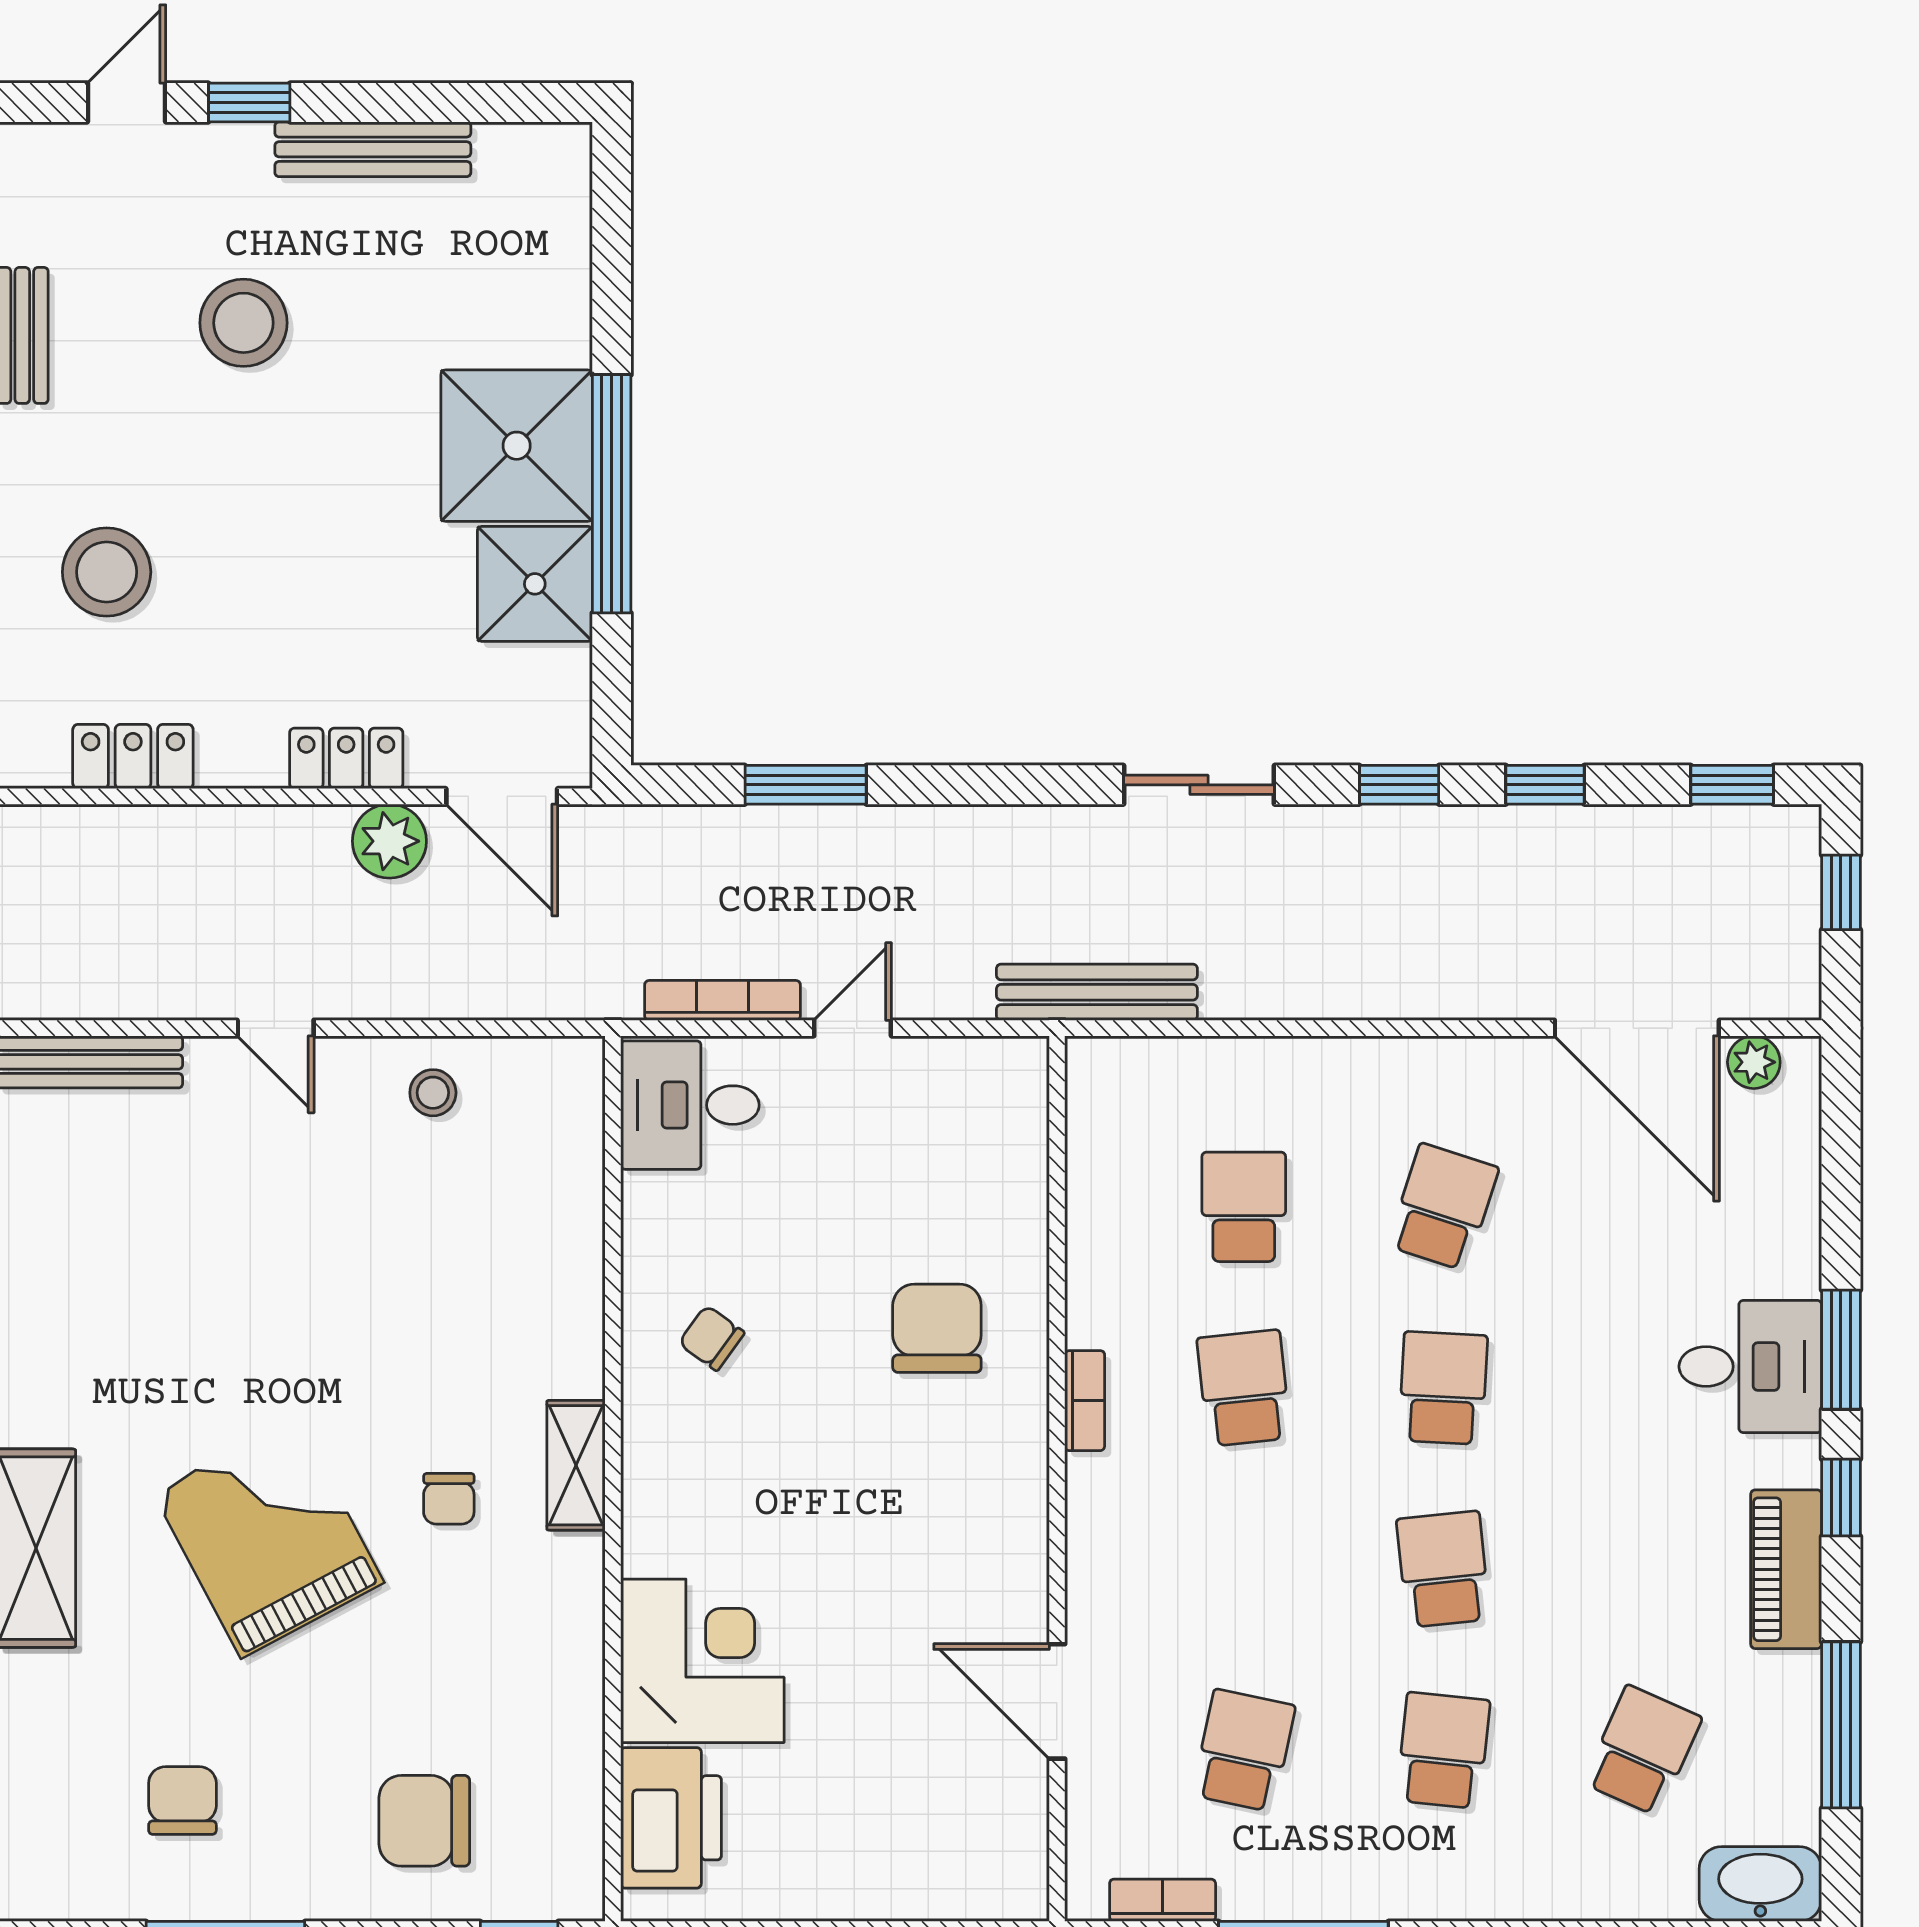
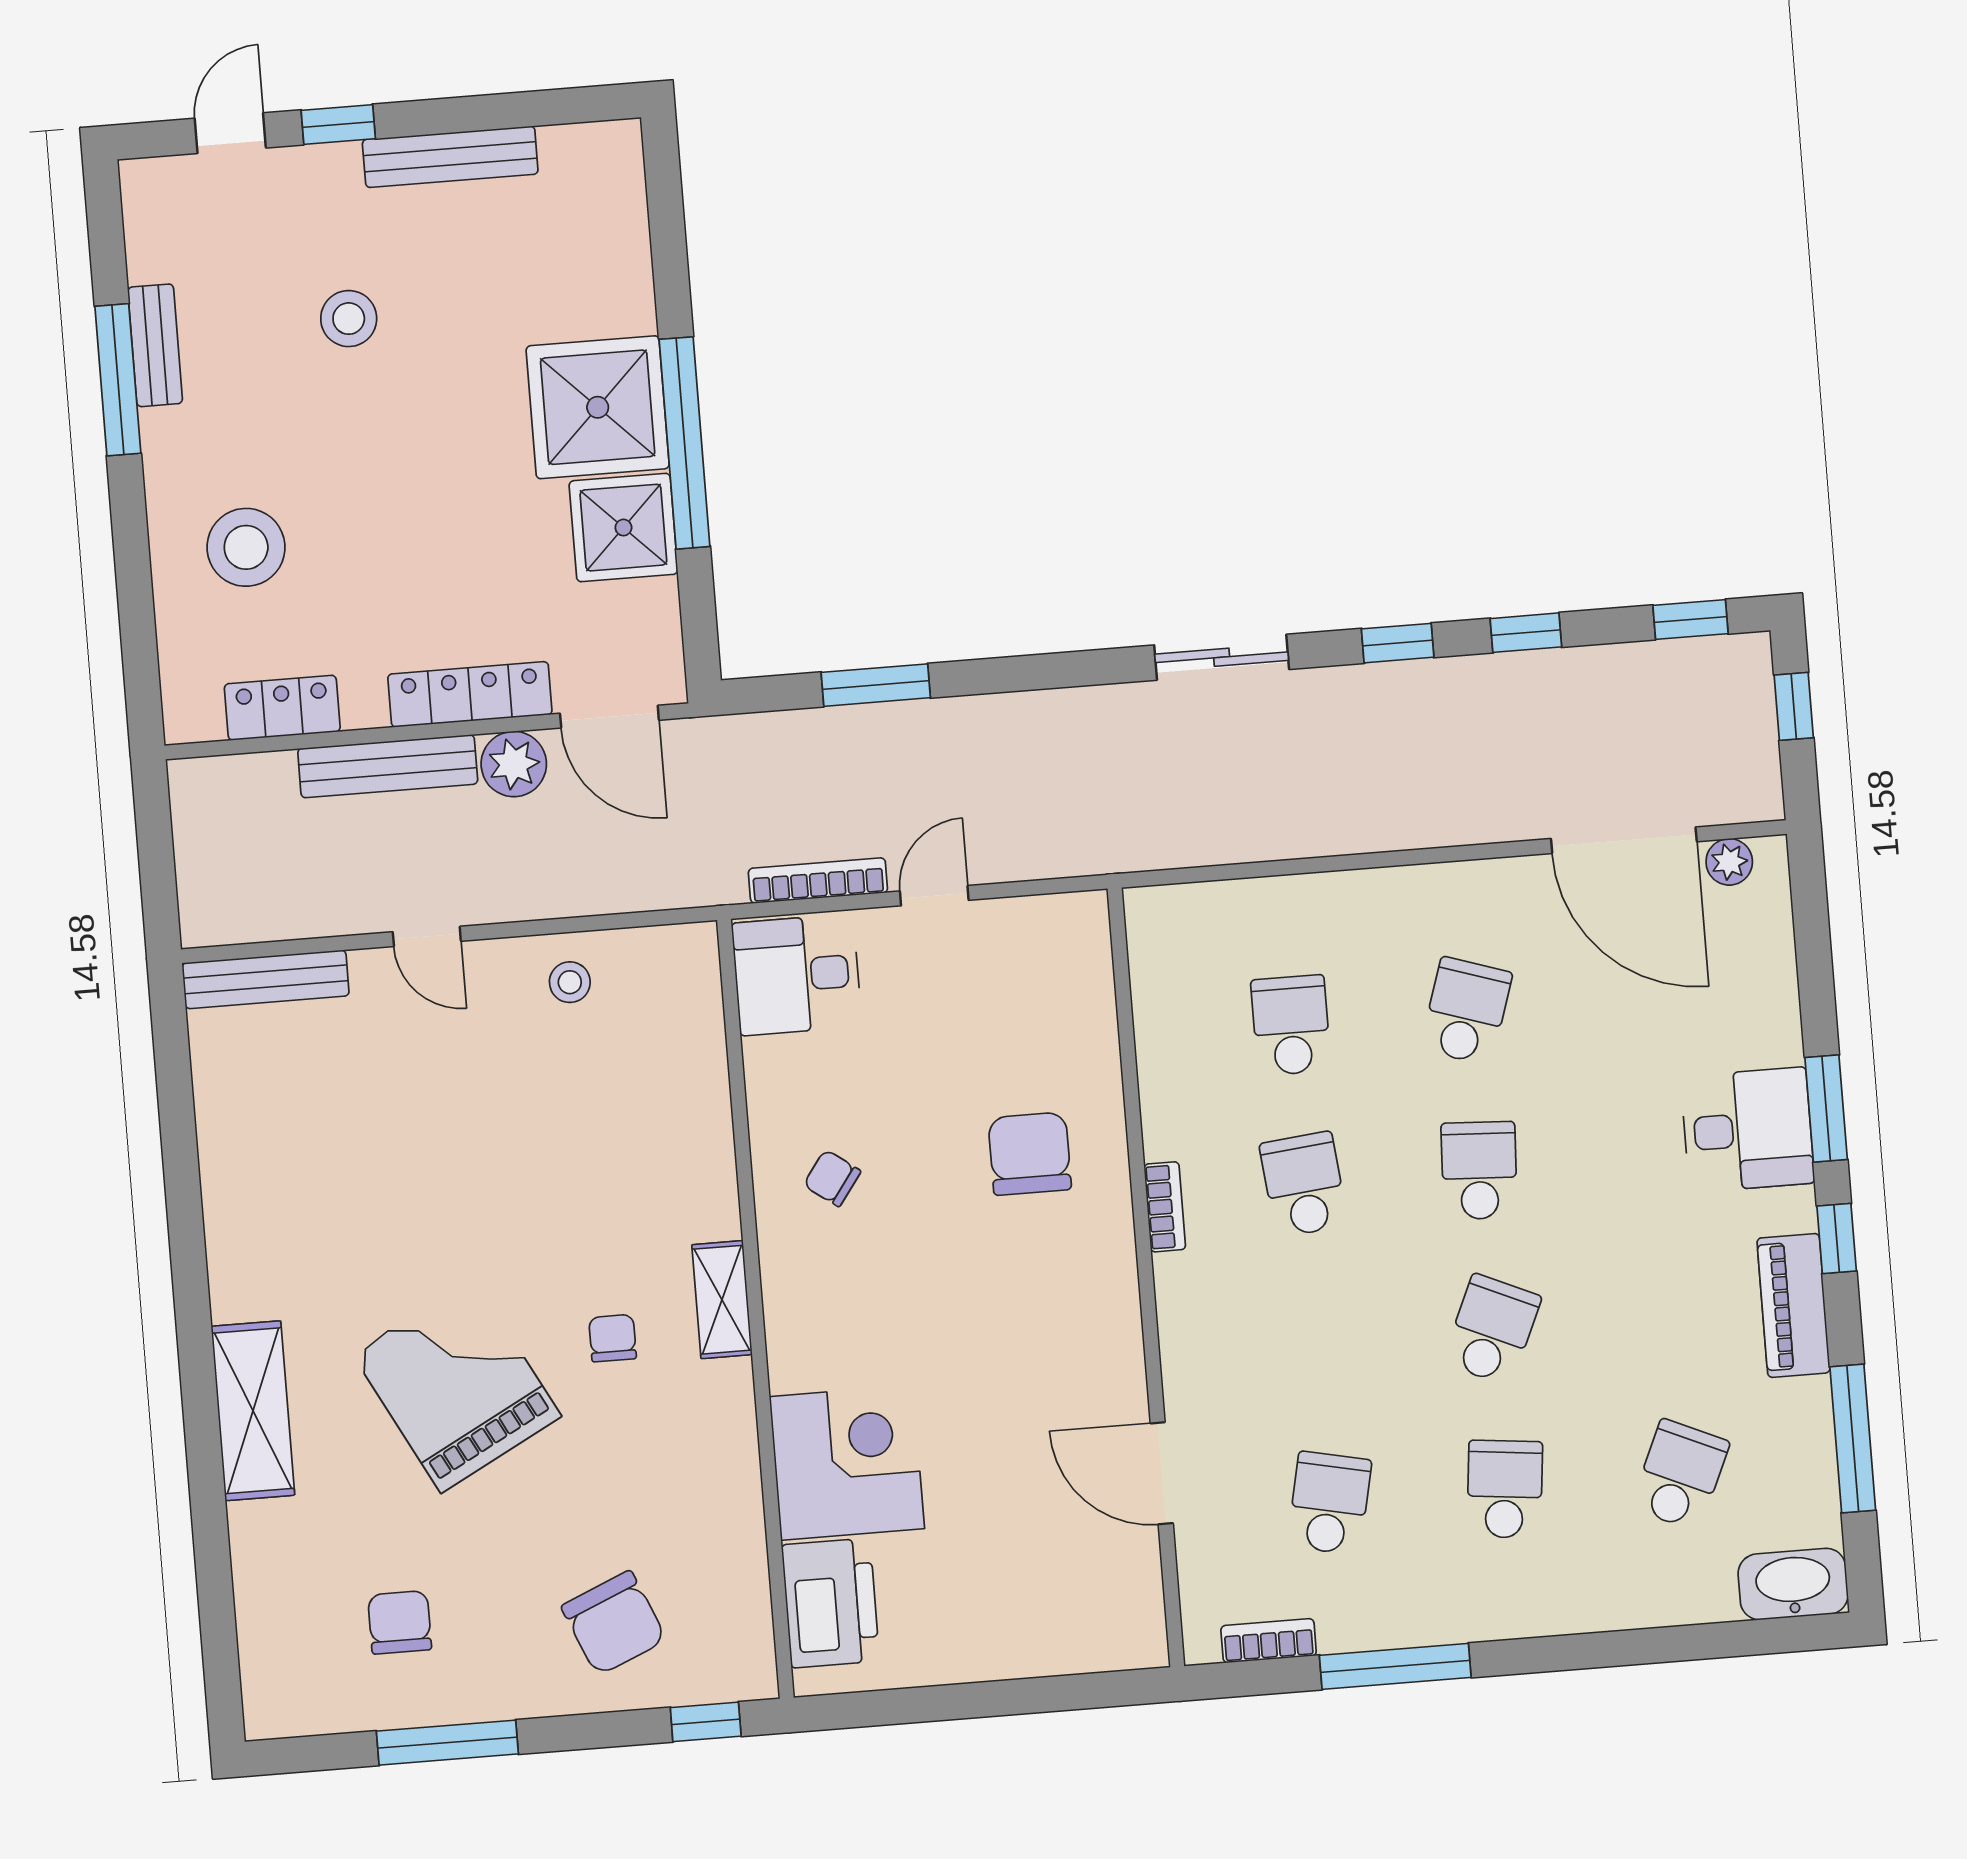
stool: (243, 323) -> (349, 319), width x0.73, depth x0.73
locker: (346, 758) -> (470, 694), width x1.53
bench: (1097, 992) -> (388, 766), moved
chair: (449, 1499) -> (613, 1338), turned 180
school desk: (1443, 1569) -> (1492, 1330), turned 30
chair: (424, 1821) -> (614, 1623), turned -113

